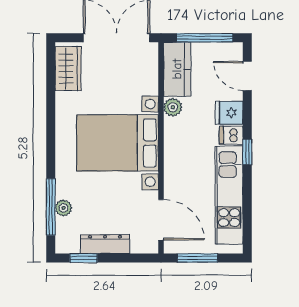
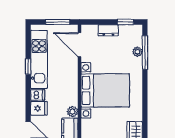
window: (247, 152) -> (28, 67), moved
dresser: (105, 244) -> (108, 30), width x0.70

